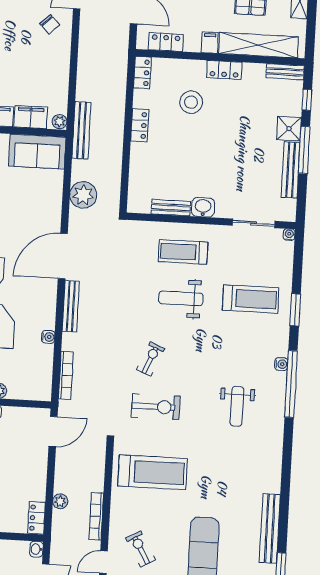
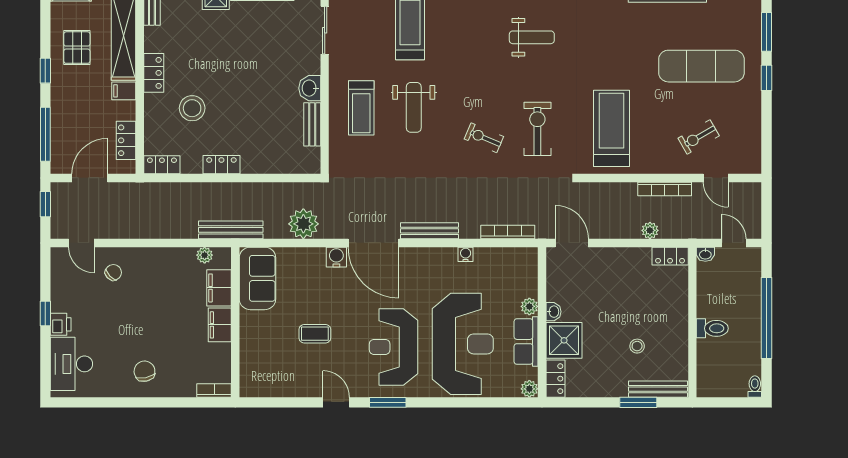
plant: (60, 122) -> (205, 255), moved
water cooler: (52, 222) -> (336, 257), added

